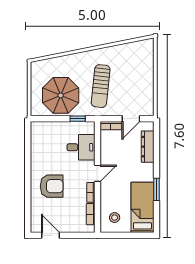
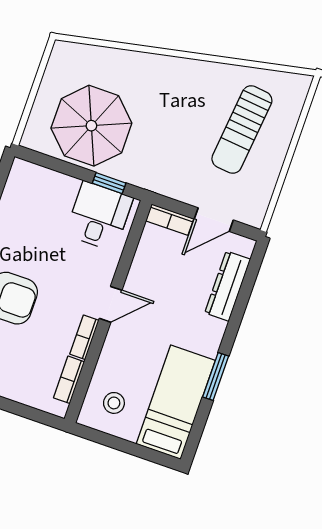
sun lounger: (101, 86) -> (242, 130), moved
desk: (81, 147) -> (99, 216), moved, turned -90

